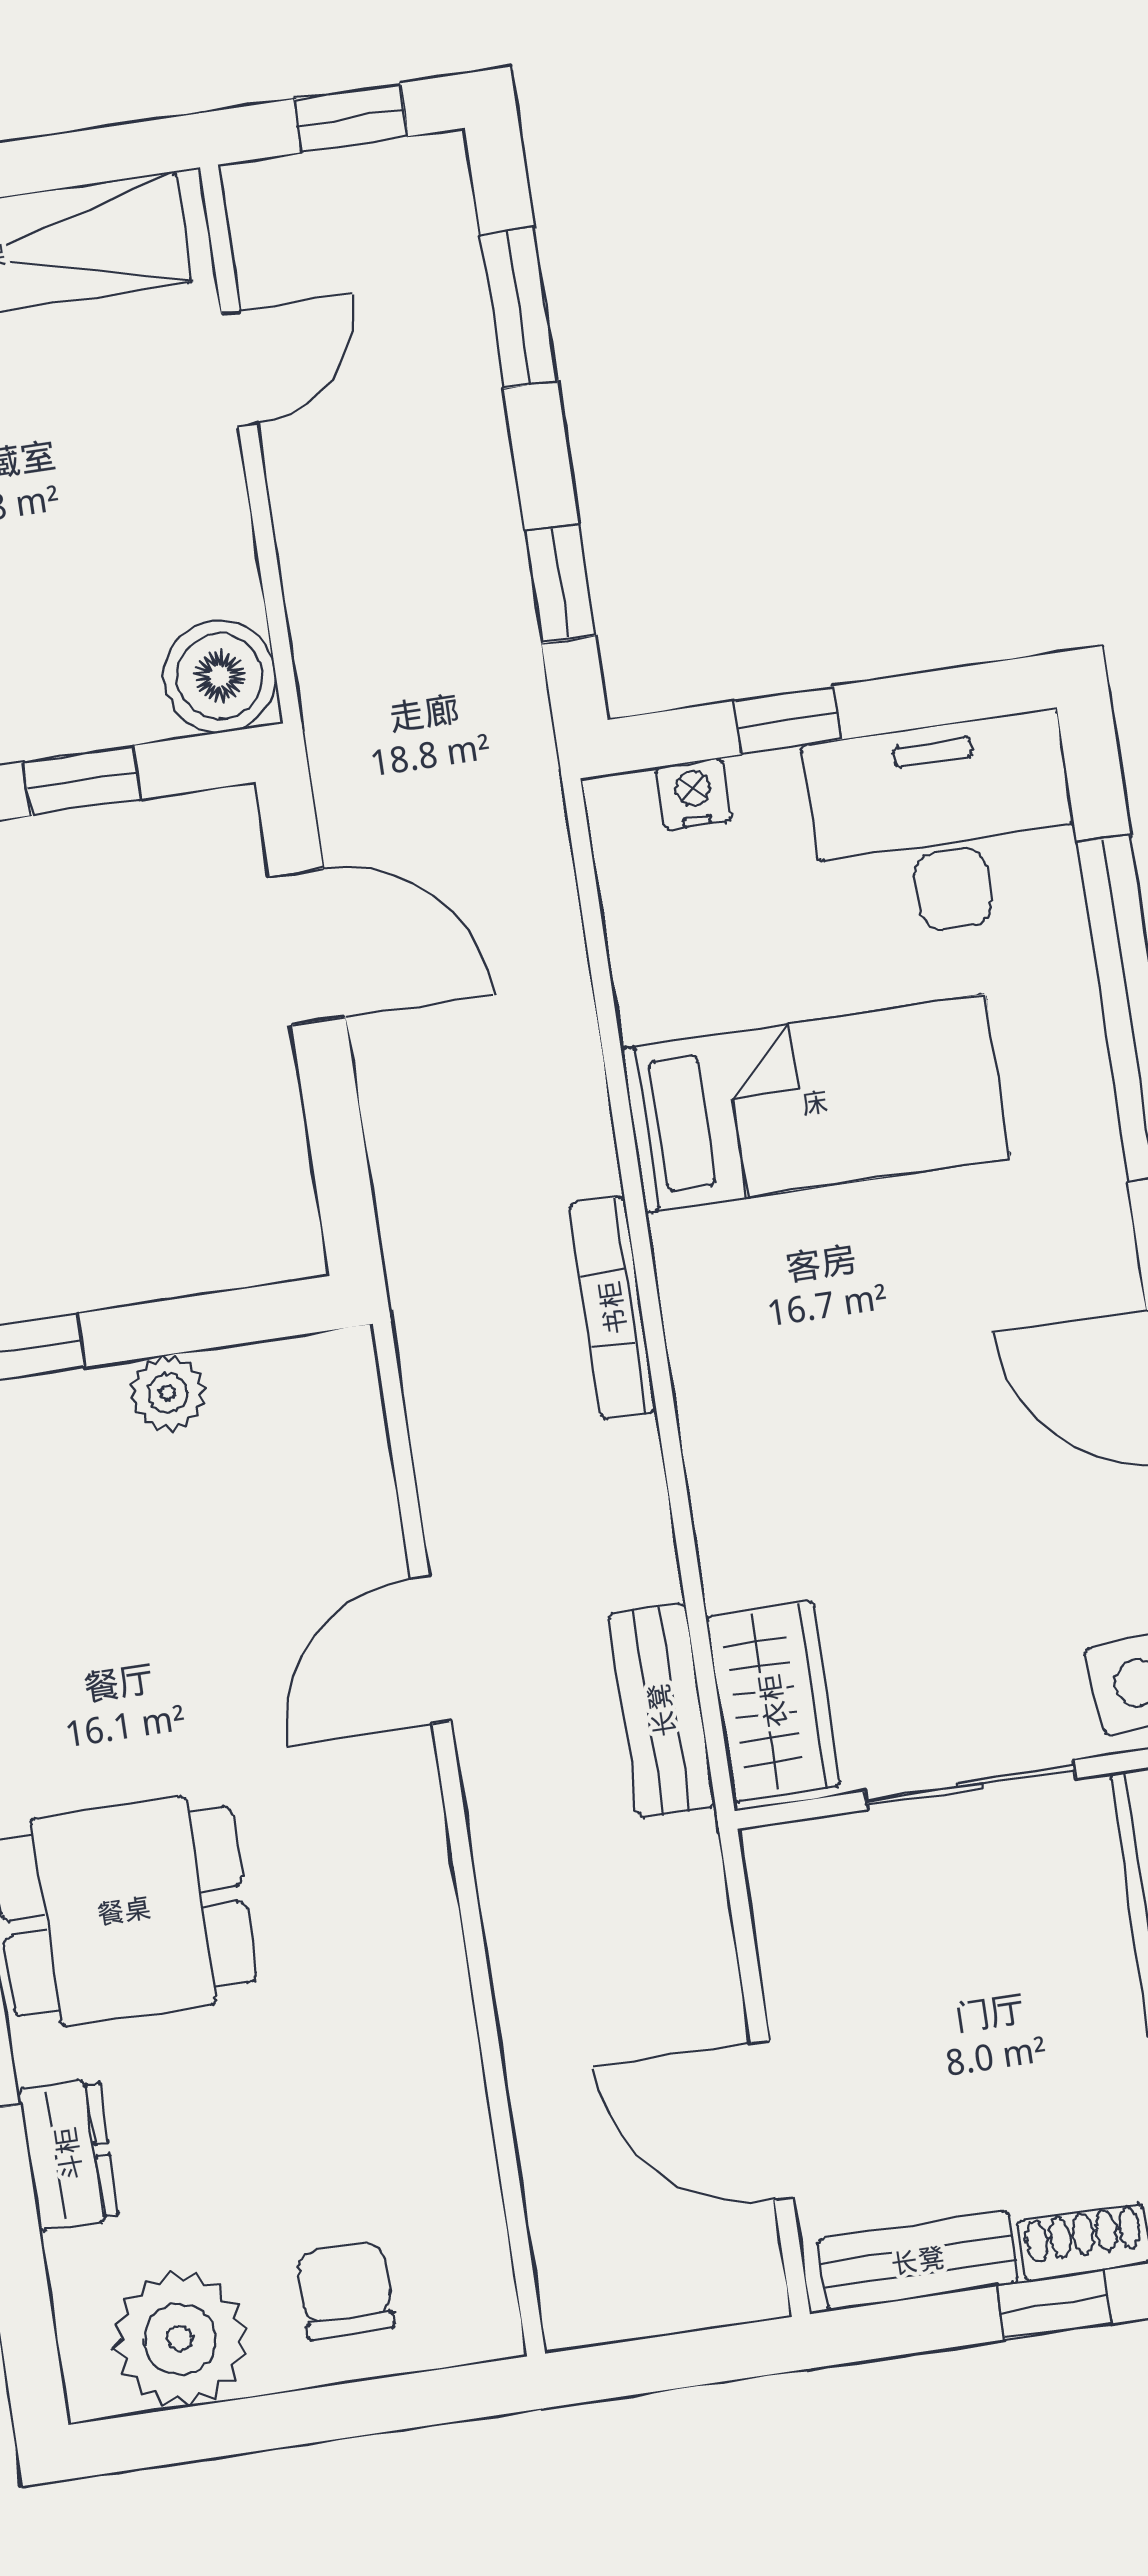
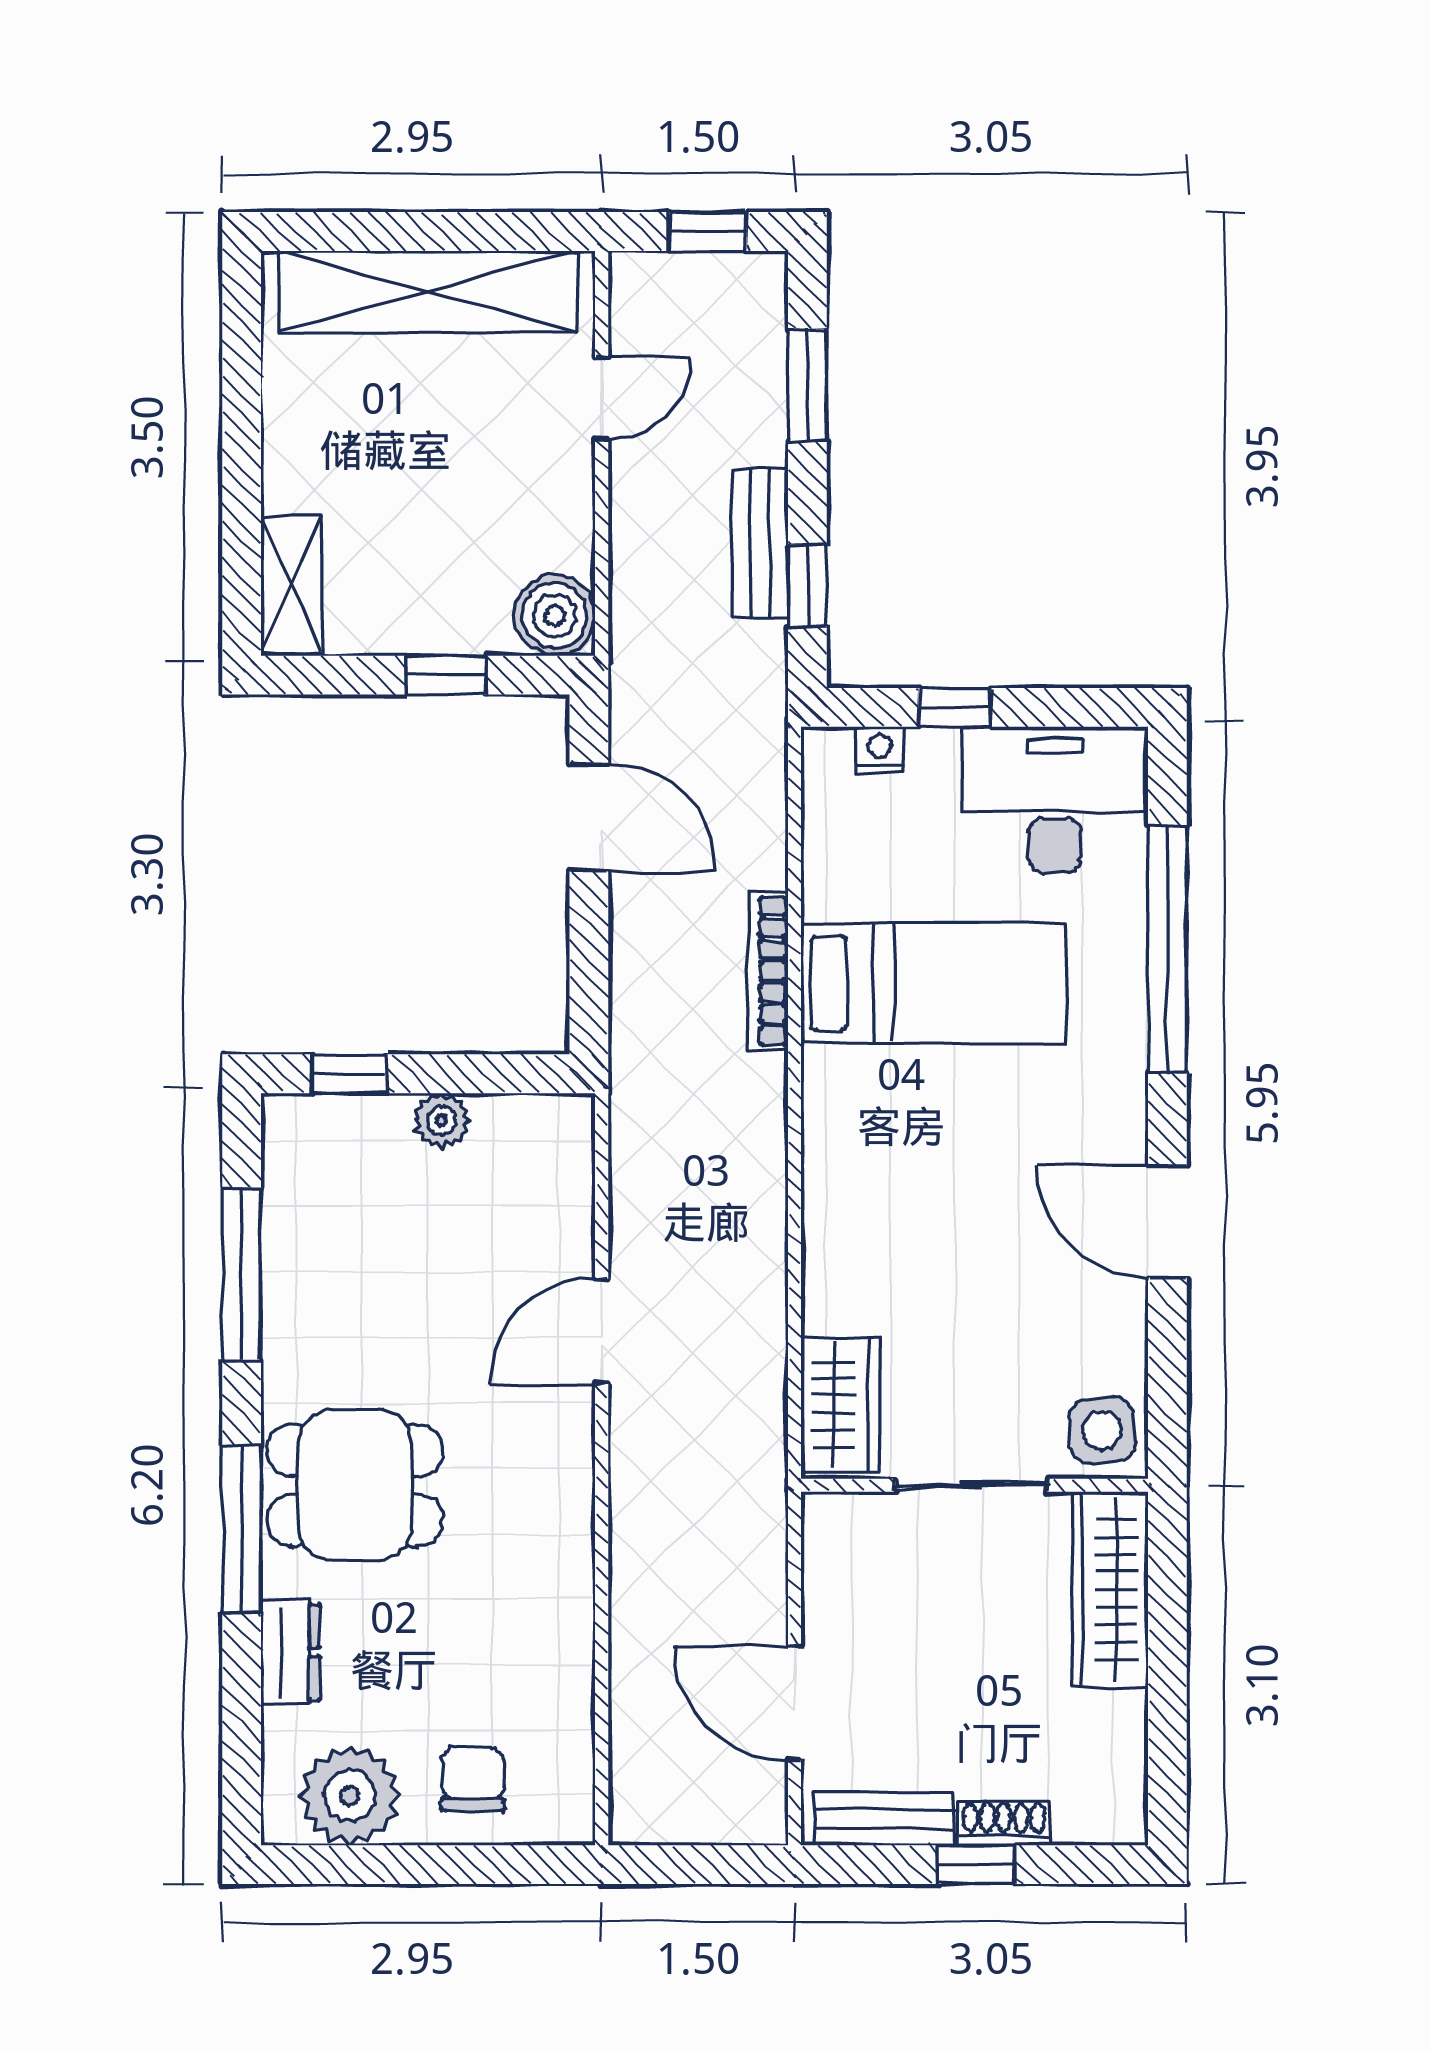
bookcase: (613, 1308) -> (768, 971), moved
bench: (662, 1710) -> (760, 543), moved

